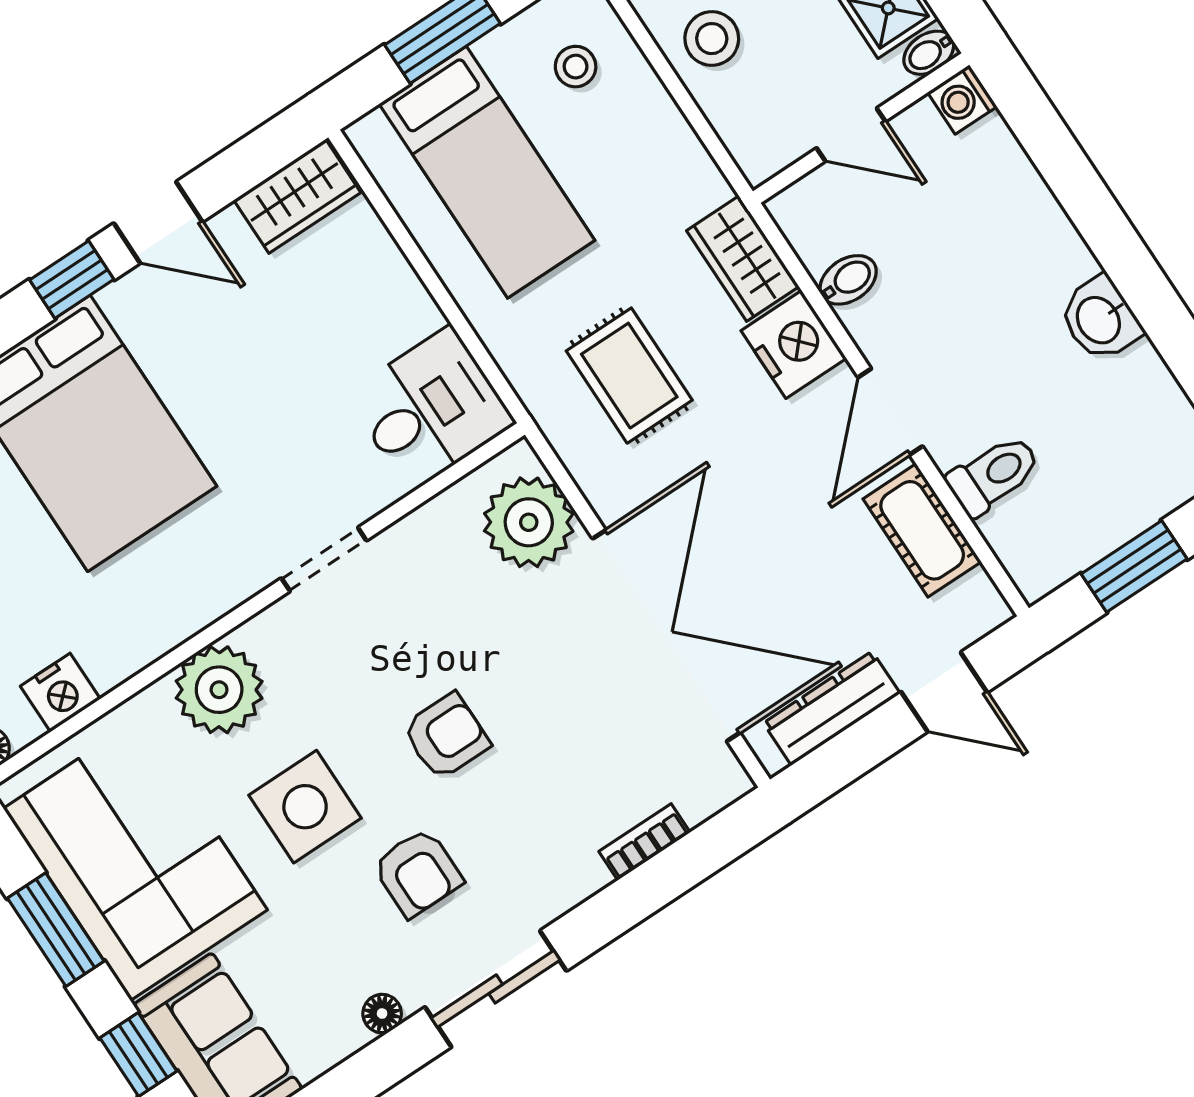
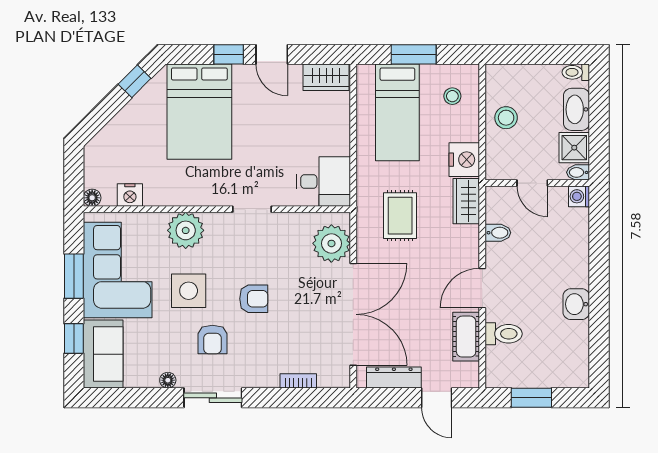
nightstand: (794, 344) -> (464, 160), moved

